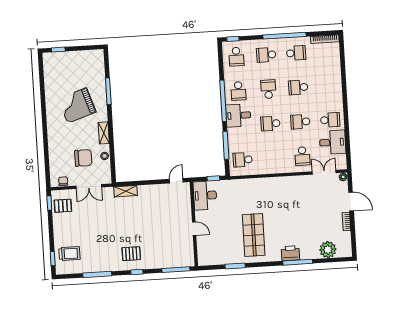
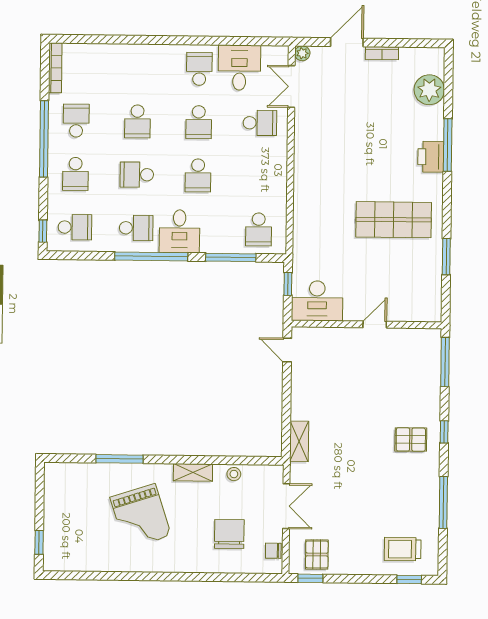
chair: (83, 158) -> (229, 534), moved
trolley: (69, 254) -> (403, 549), turned -90
pallet: (131, 254) -> (411, 440), turned 90

